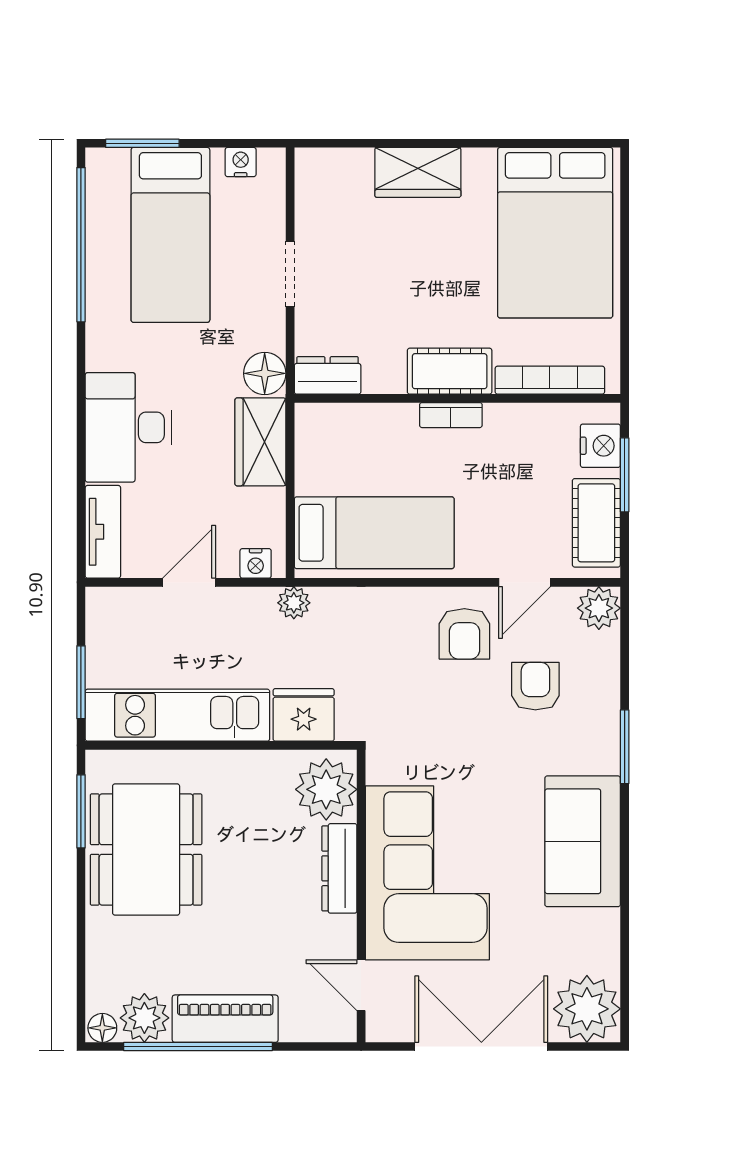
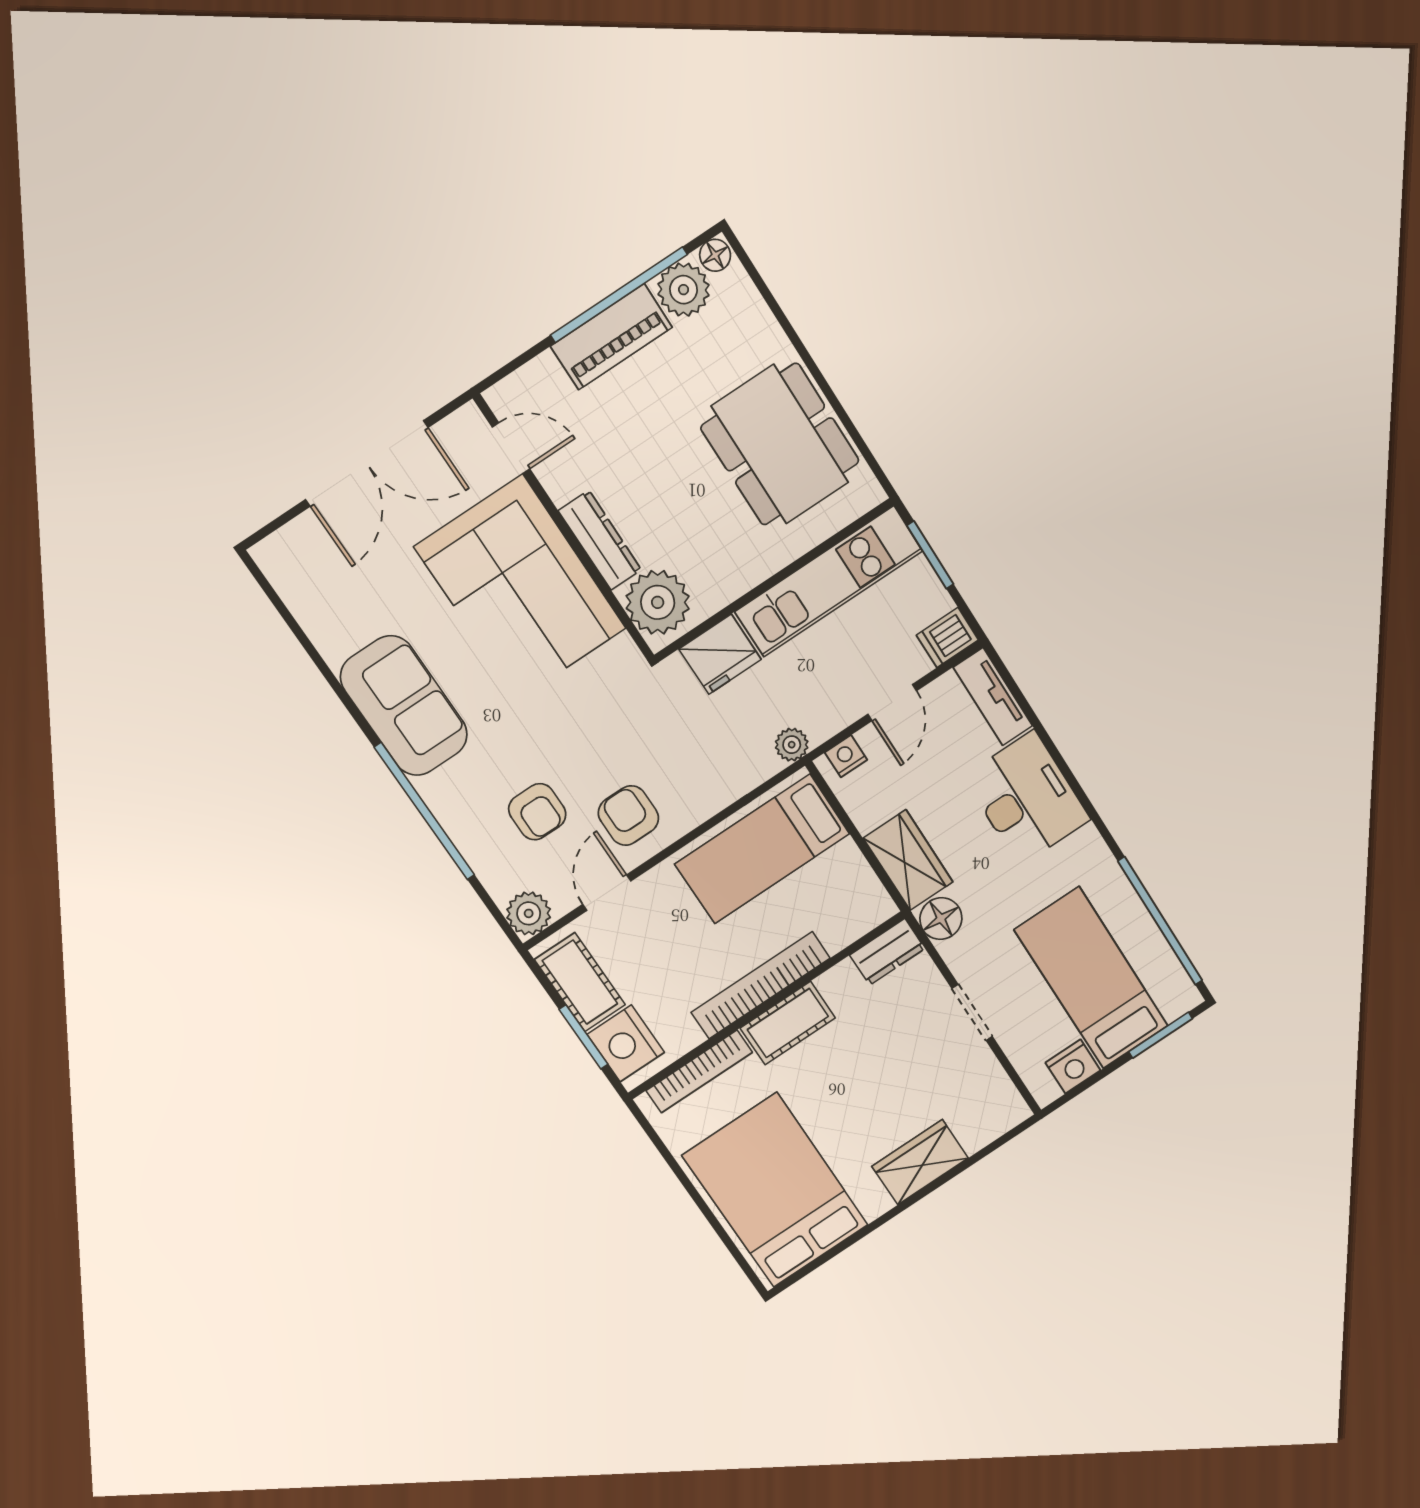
nightstand: (241, 162) -> (1073, 1067), width x1.39, depth x1.35
bookcase: (451, 415) -> (761, 985), width x2.31, depth x1.31
nightstand: (600, 446) -> (626, 1043), width x1.36, depth x1.33
dishwasher: (110, 606) -> (947, 638), added
window: (625, 747) -> (425, 811), width x2.11
window: (81, 811) -> (858, 441), removed
plant: (587, 1009) -> (297, 560), removed

